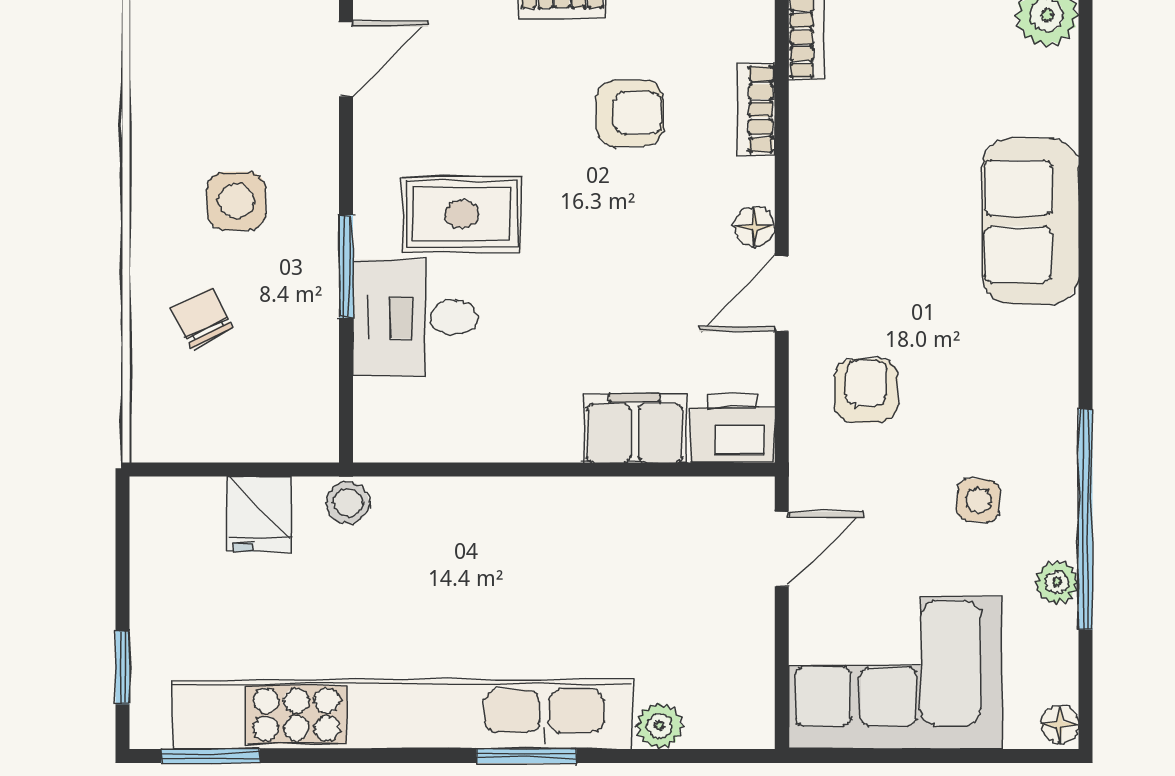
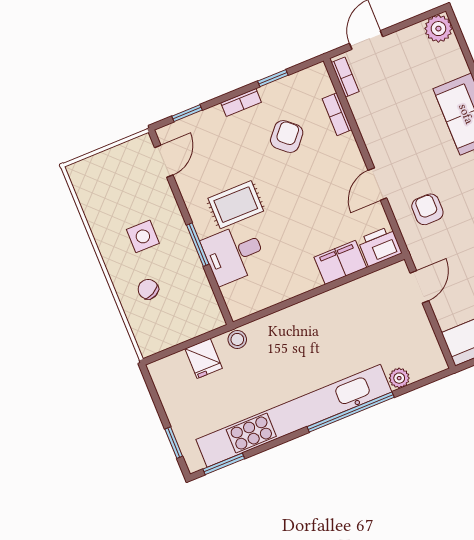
armchair: (630, 113) -> (287, 137), turned -49
floor lamp: (755, 227) -> (356, 162), removed
window: (526, 756) -> (351, 412), width x2.11

